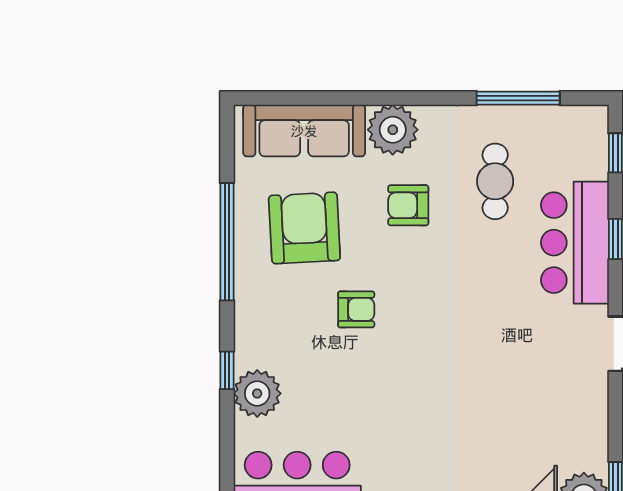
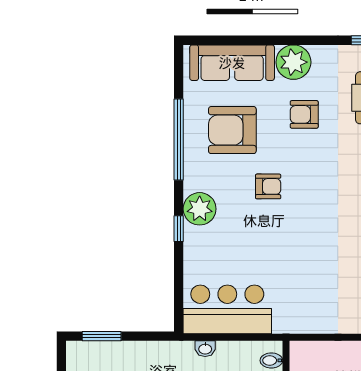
armchair: (304, 228) -> (232, 130), turned -87
plant: (257, 393) -> (200, 209), moved

